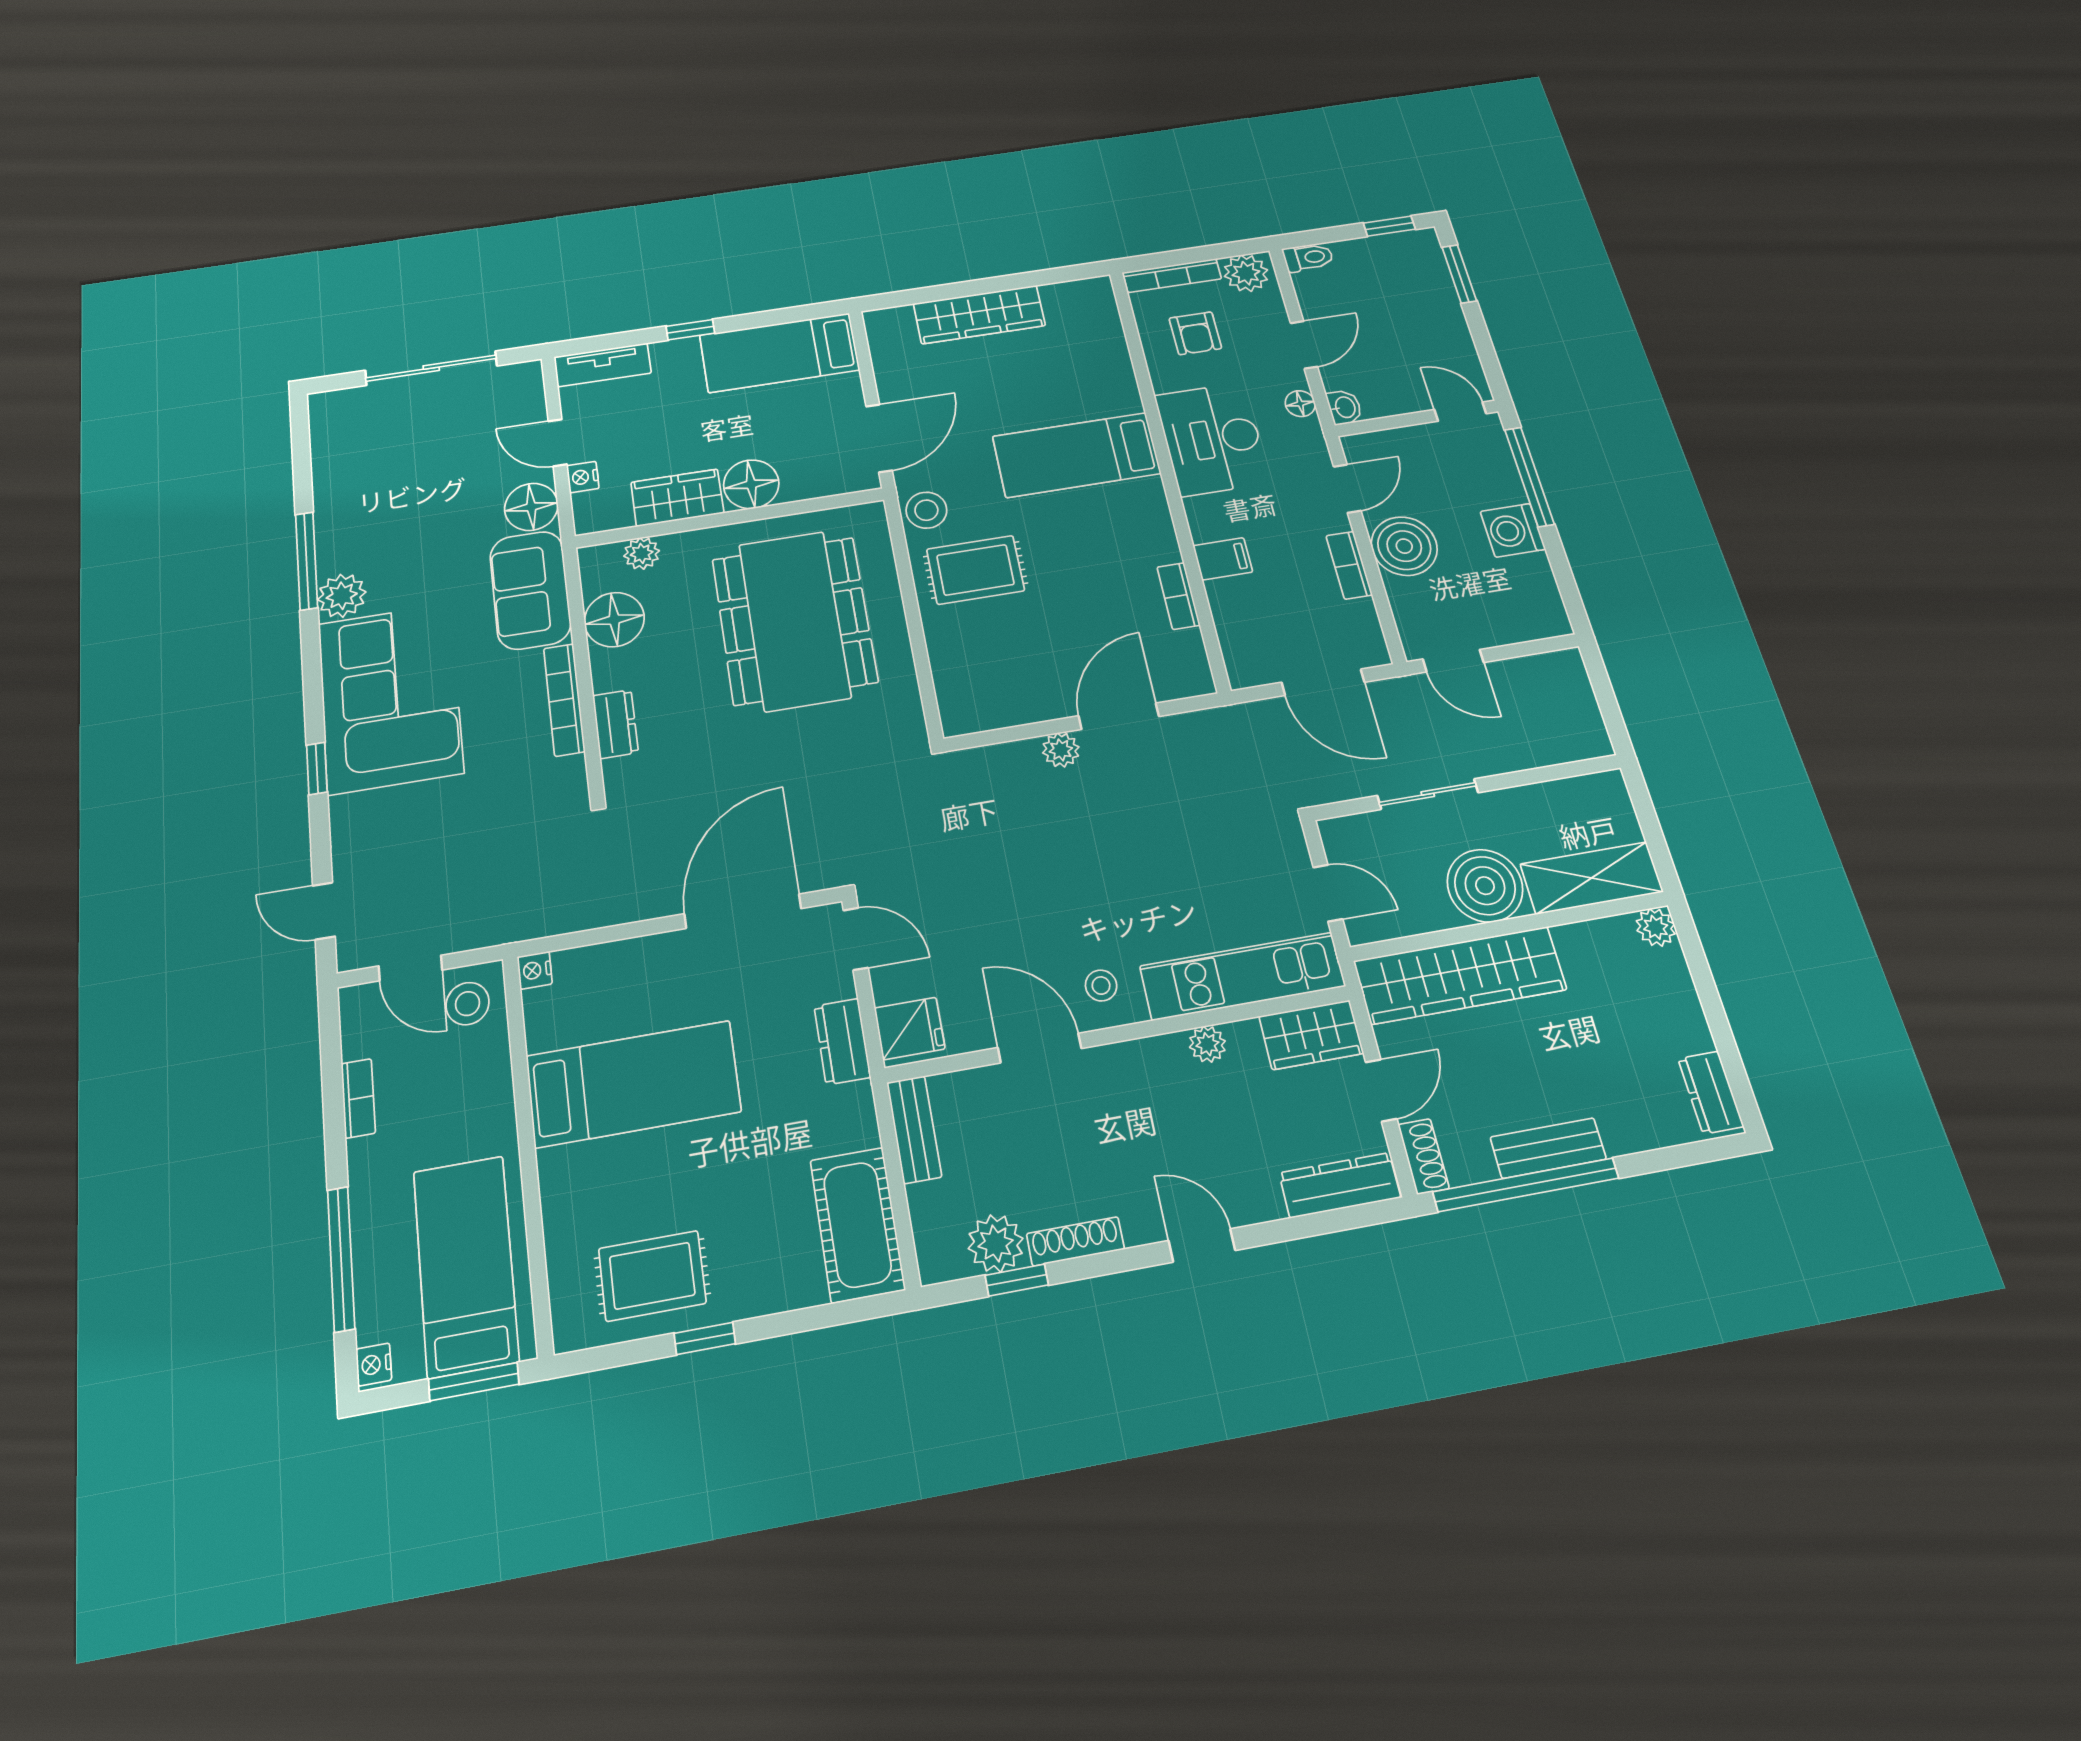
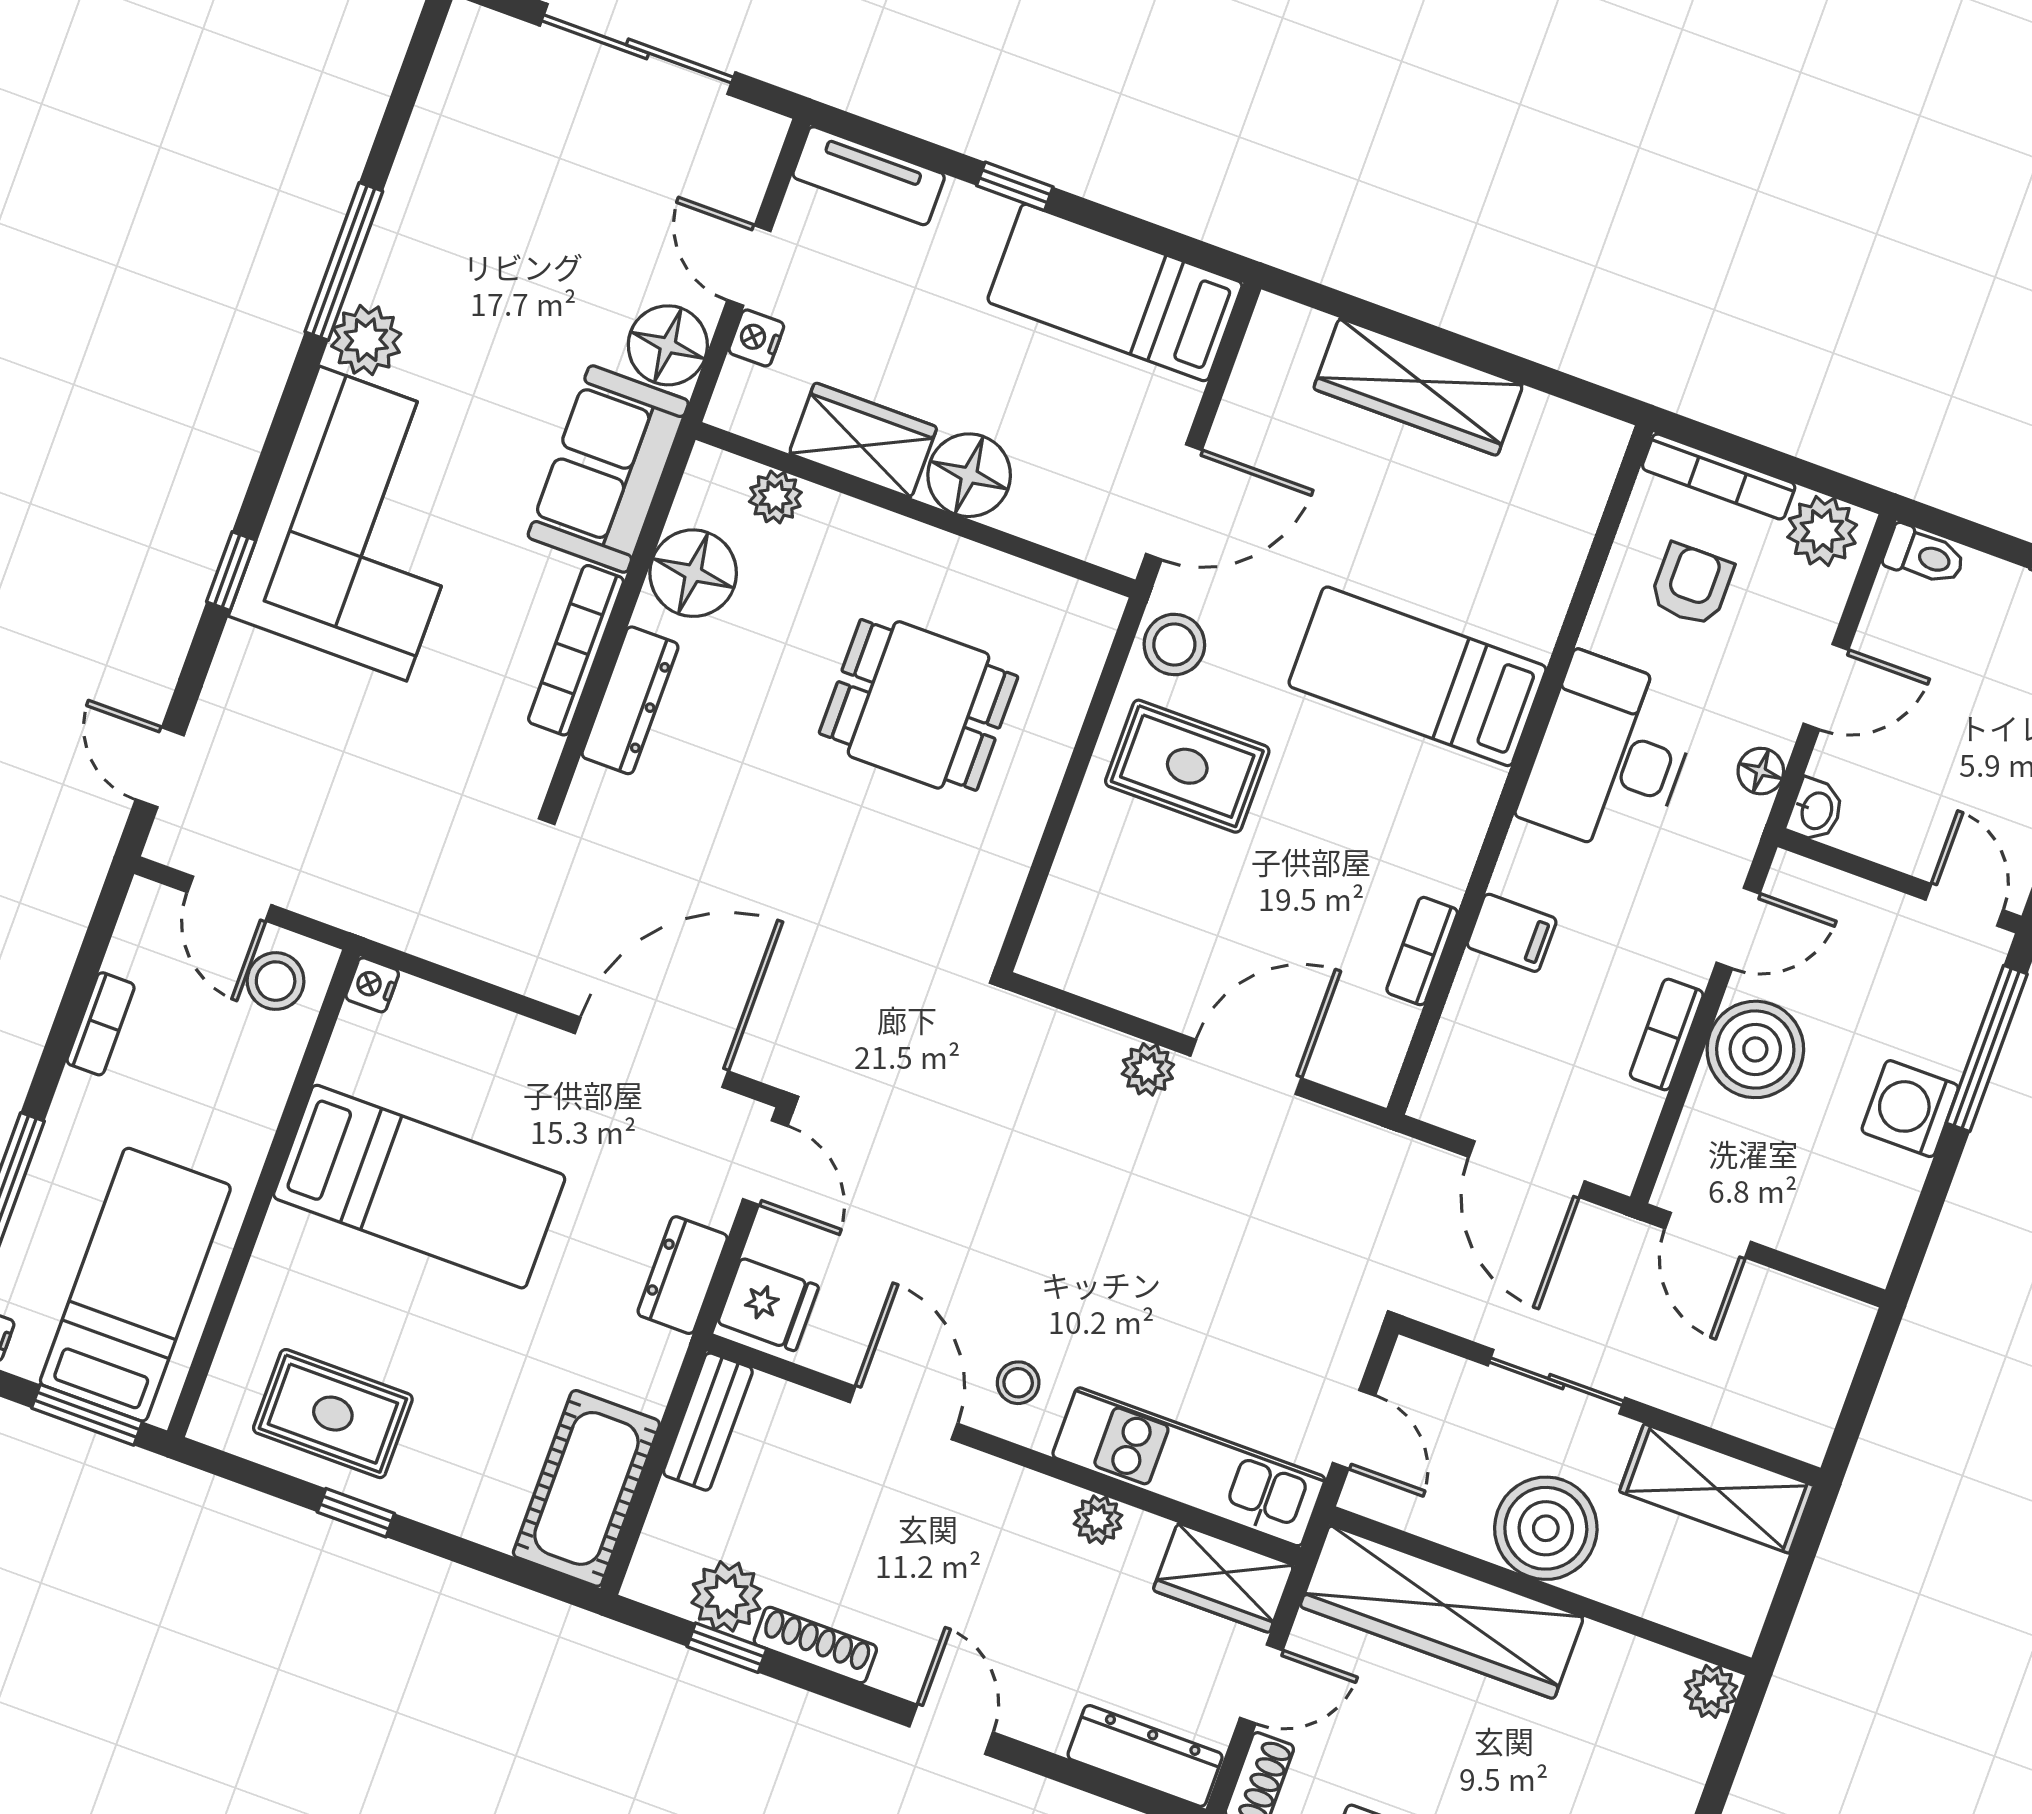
armchair: (1195, 333) -> (1692, 585), turned 180
dining table: (794, 620) -> (919, 705), width x0.53, depth x0.80
dresser: (615, 724) -> (630, 700), width x1.44
shelving: (1592, 878) -> (1717, 1489), moved

